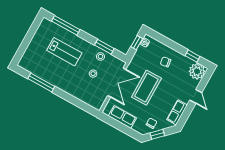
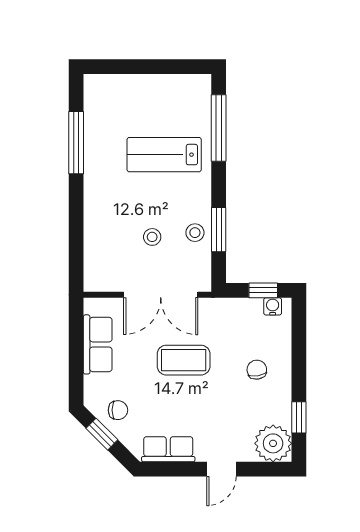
lab bench: (64, 52) -> (164, 155), turned 90
coffee table: (146, 88) -> (184, 360), width x0.73, depth x0.76

